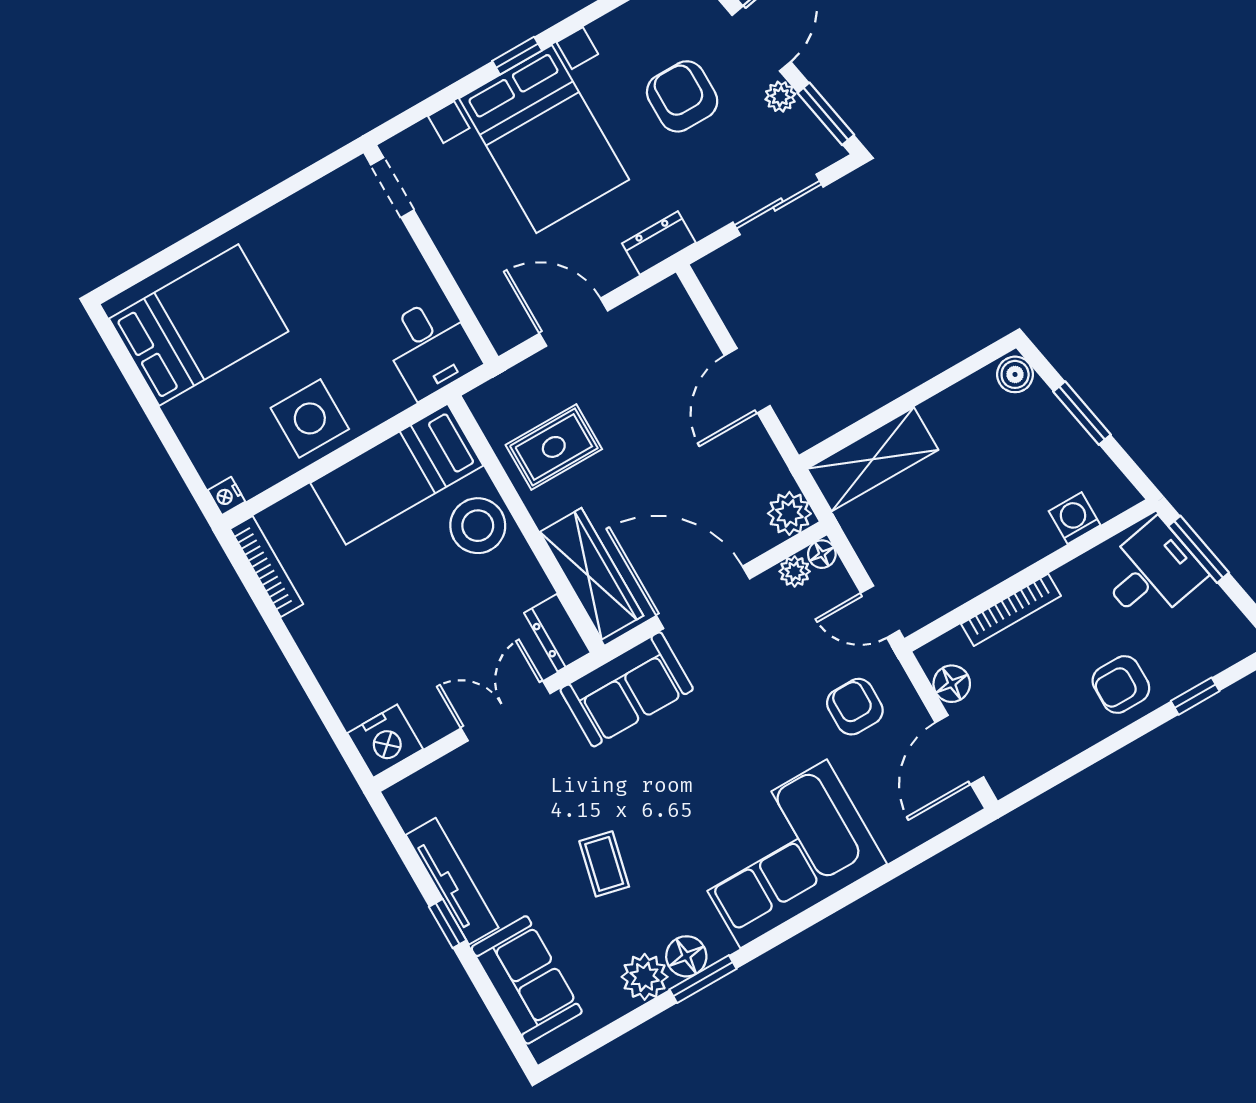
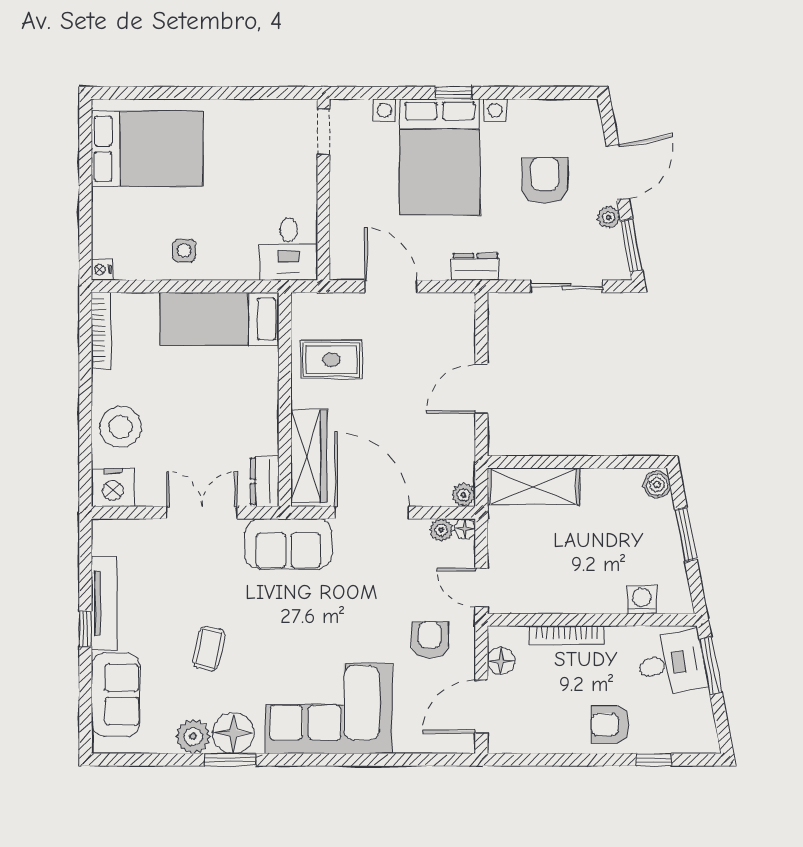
side table: (310, 418) -> (184, 251), width x0.54, depth x0.54
plant: (789, 513) -> (464, 495), width x0.73, depth x0.73
stool: (478, 526) -> (120, 427), moved
floor lamp: (686, 956) -> (233, 733), width x1.38, depth x1.38

